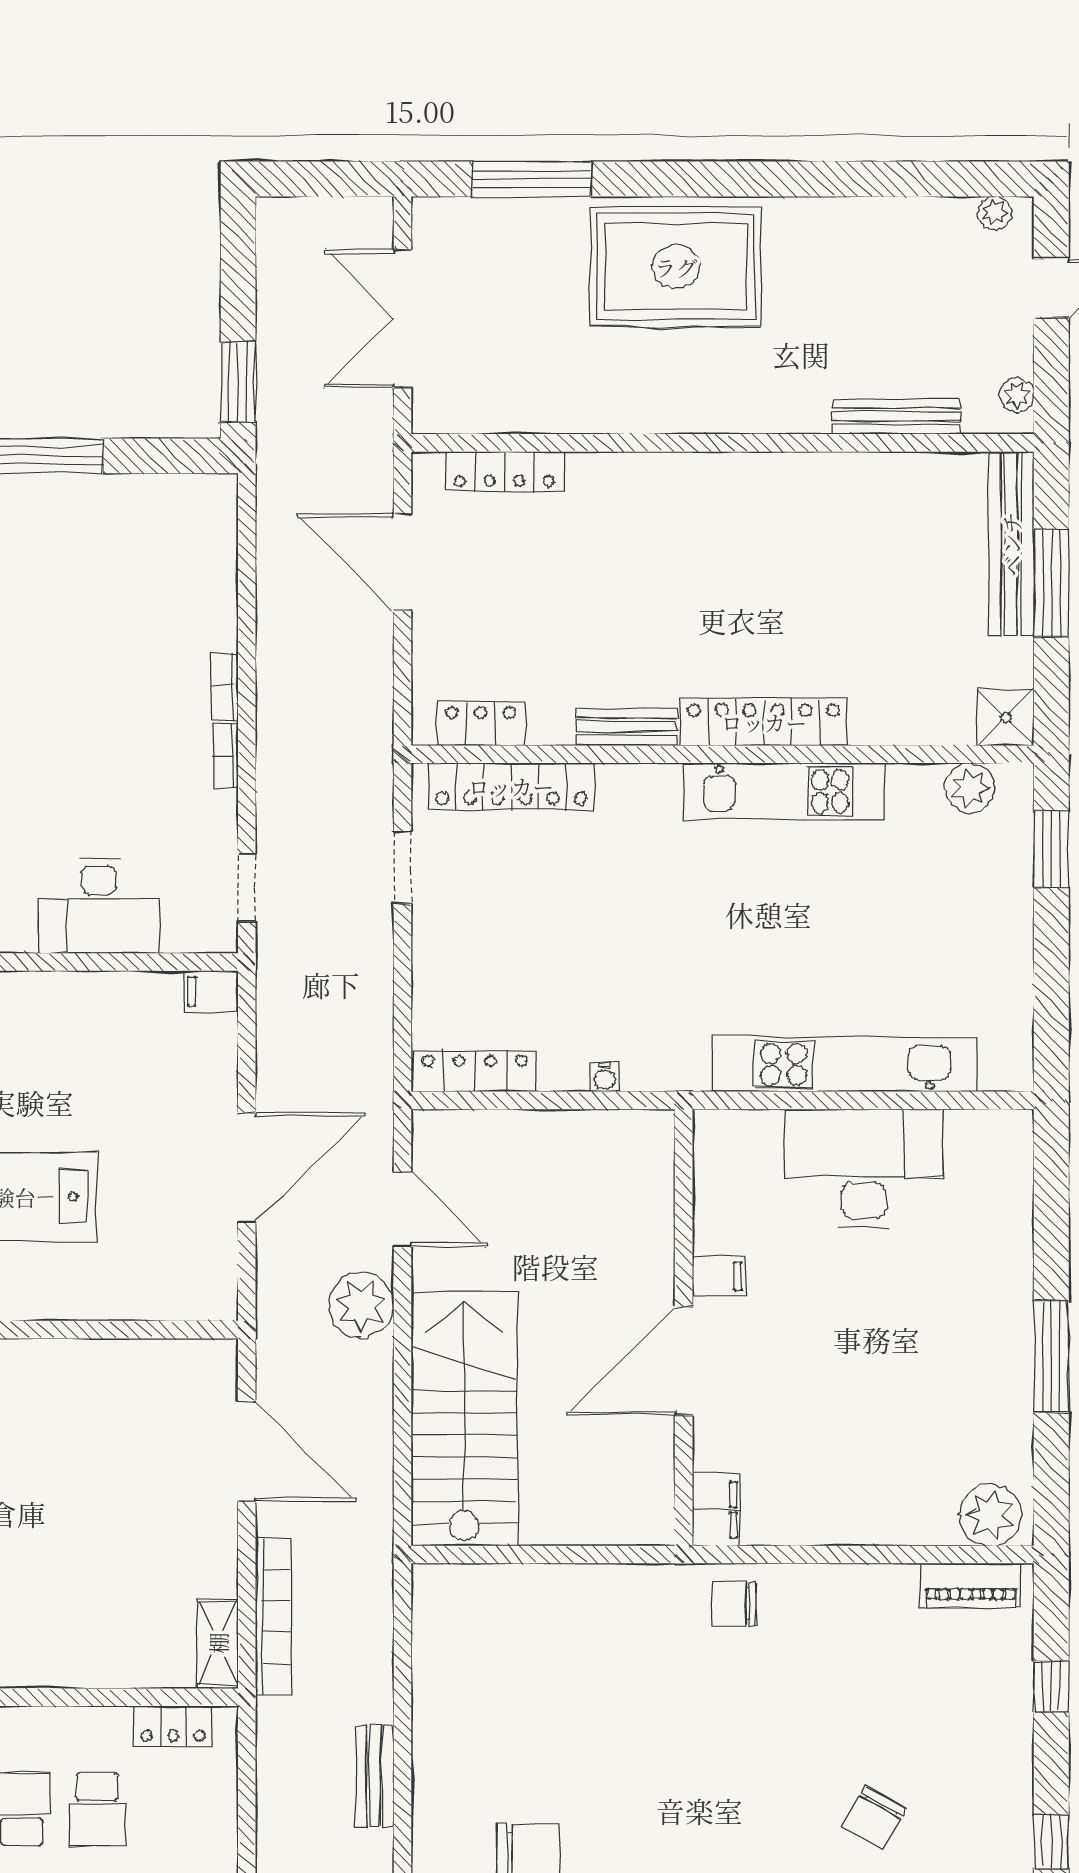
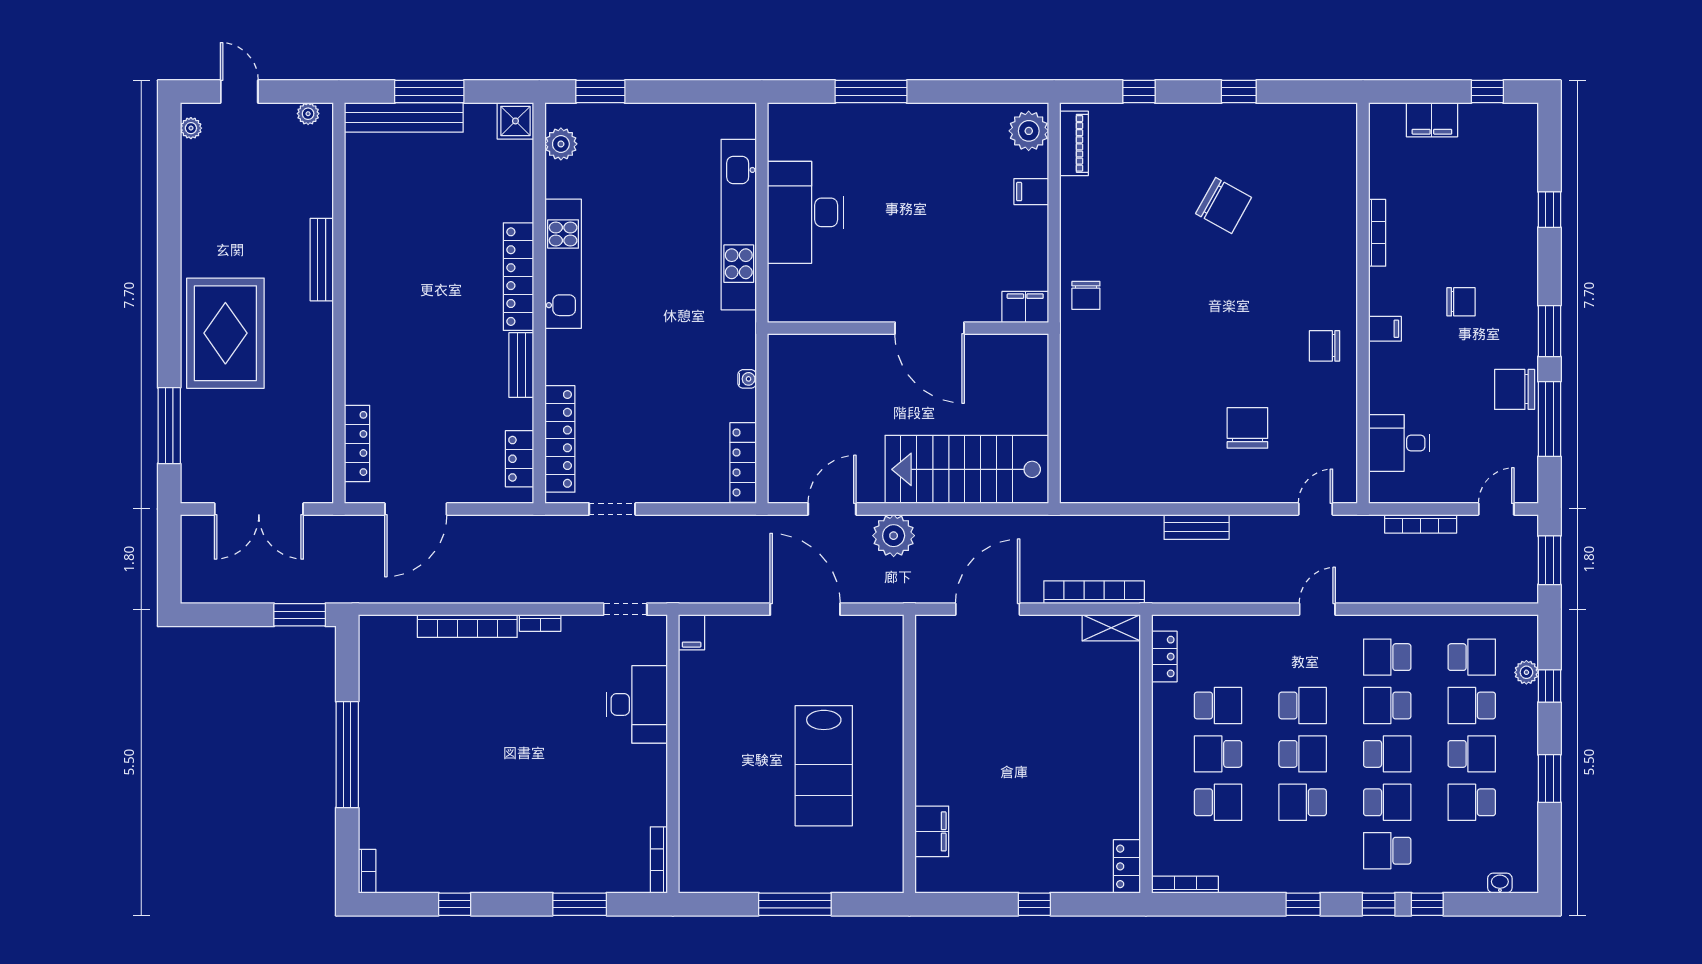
bench: (896, 416) -> (322, 260), moved
bookcase: (225, 687) -> (467, 626), width x2.31, depth x1.31
filing cabinet: (719, 1276) -> (1031, 192), moved, turned -90
window: (1051, 1357) -> (871, 92), moved
chair: (874, 1818) -> (1224, 206), width x1.37, depth x1.37

